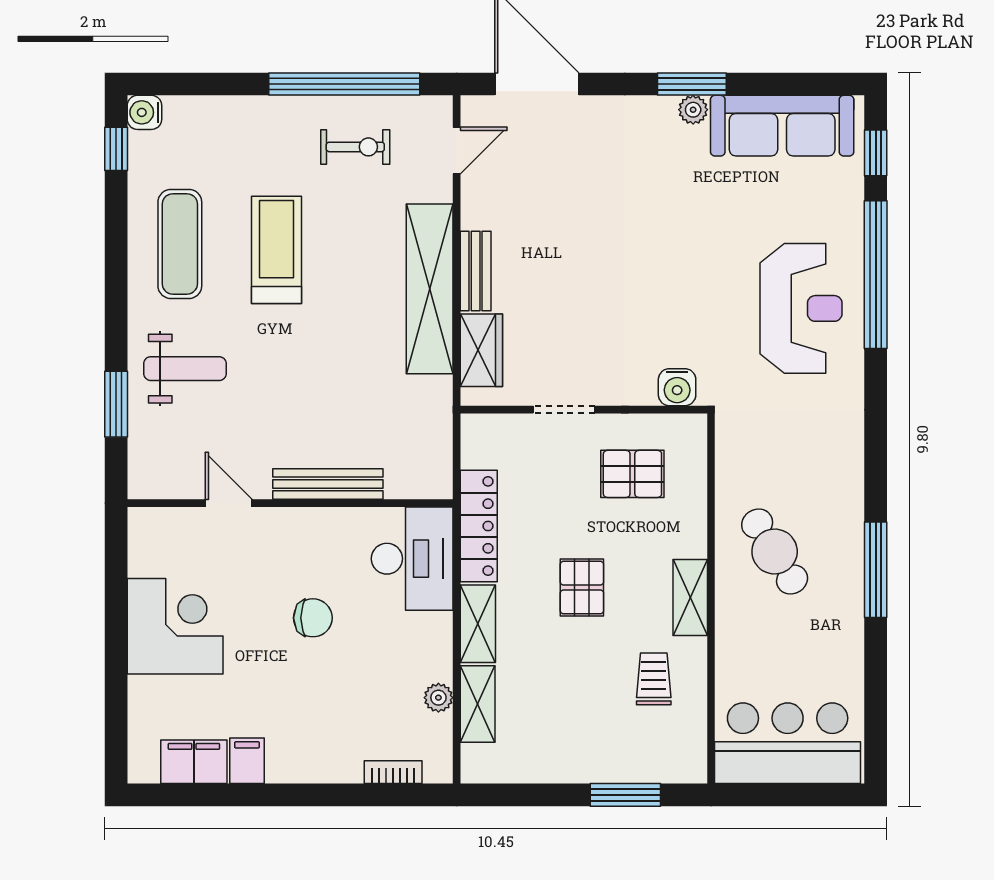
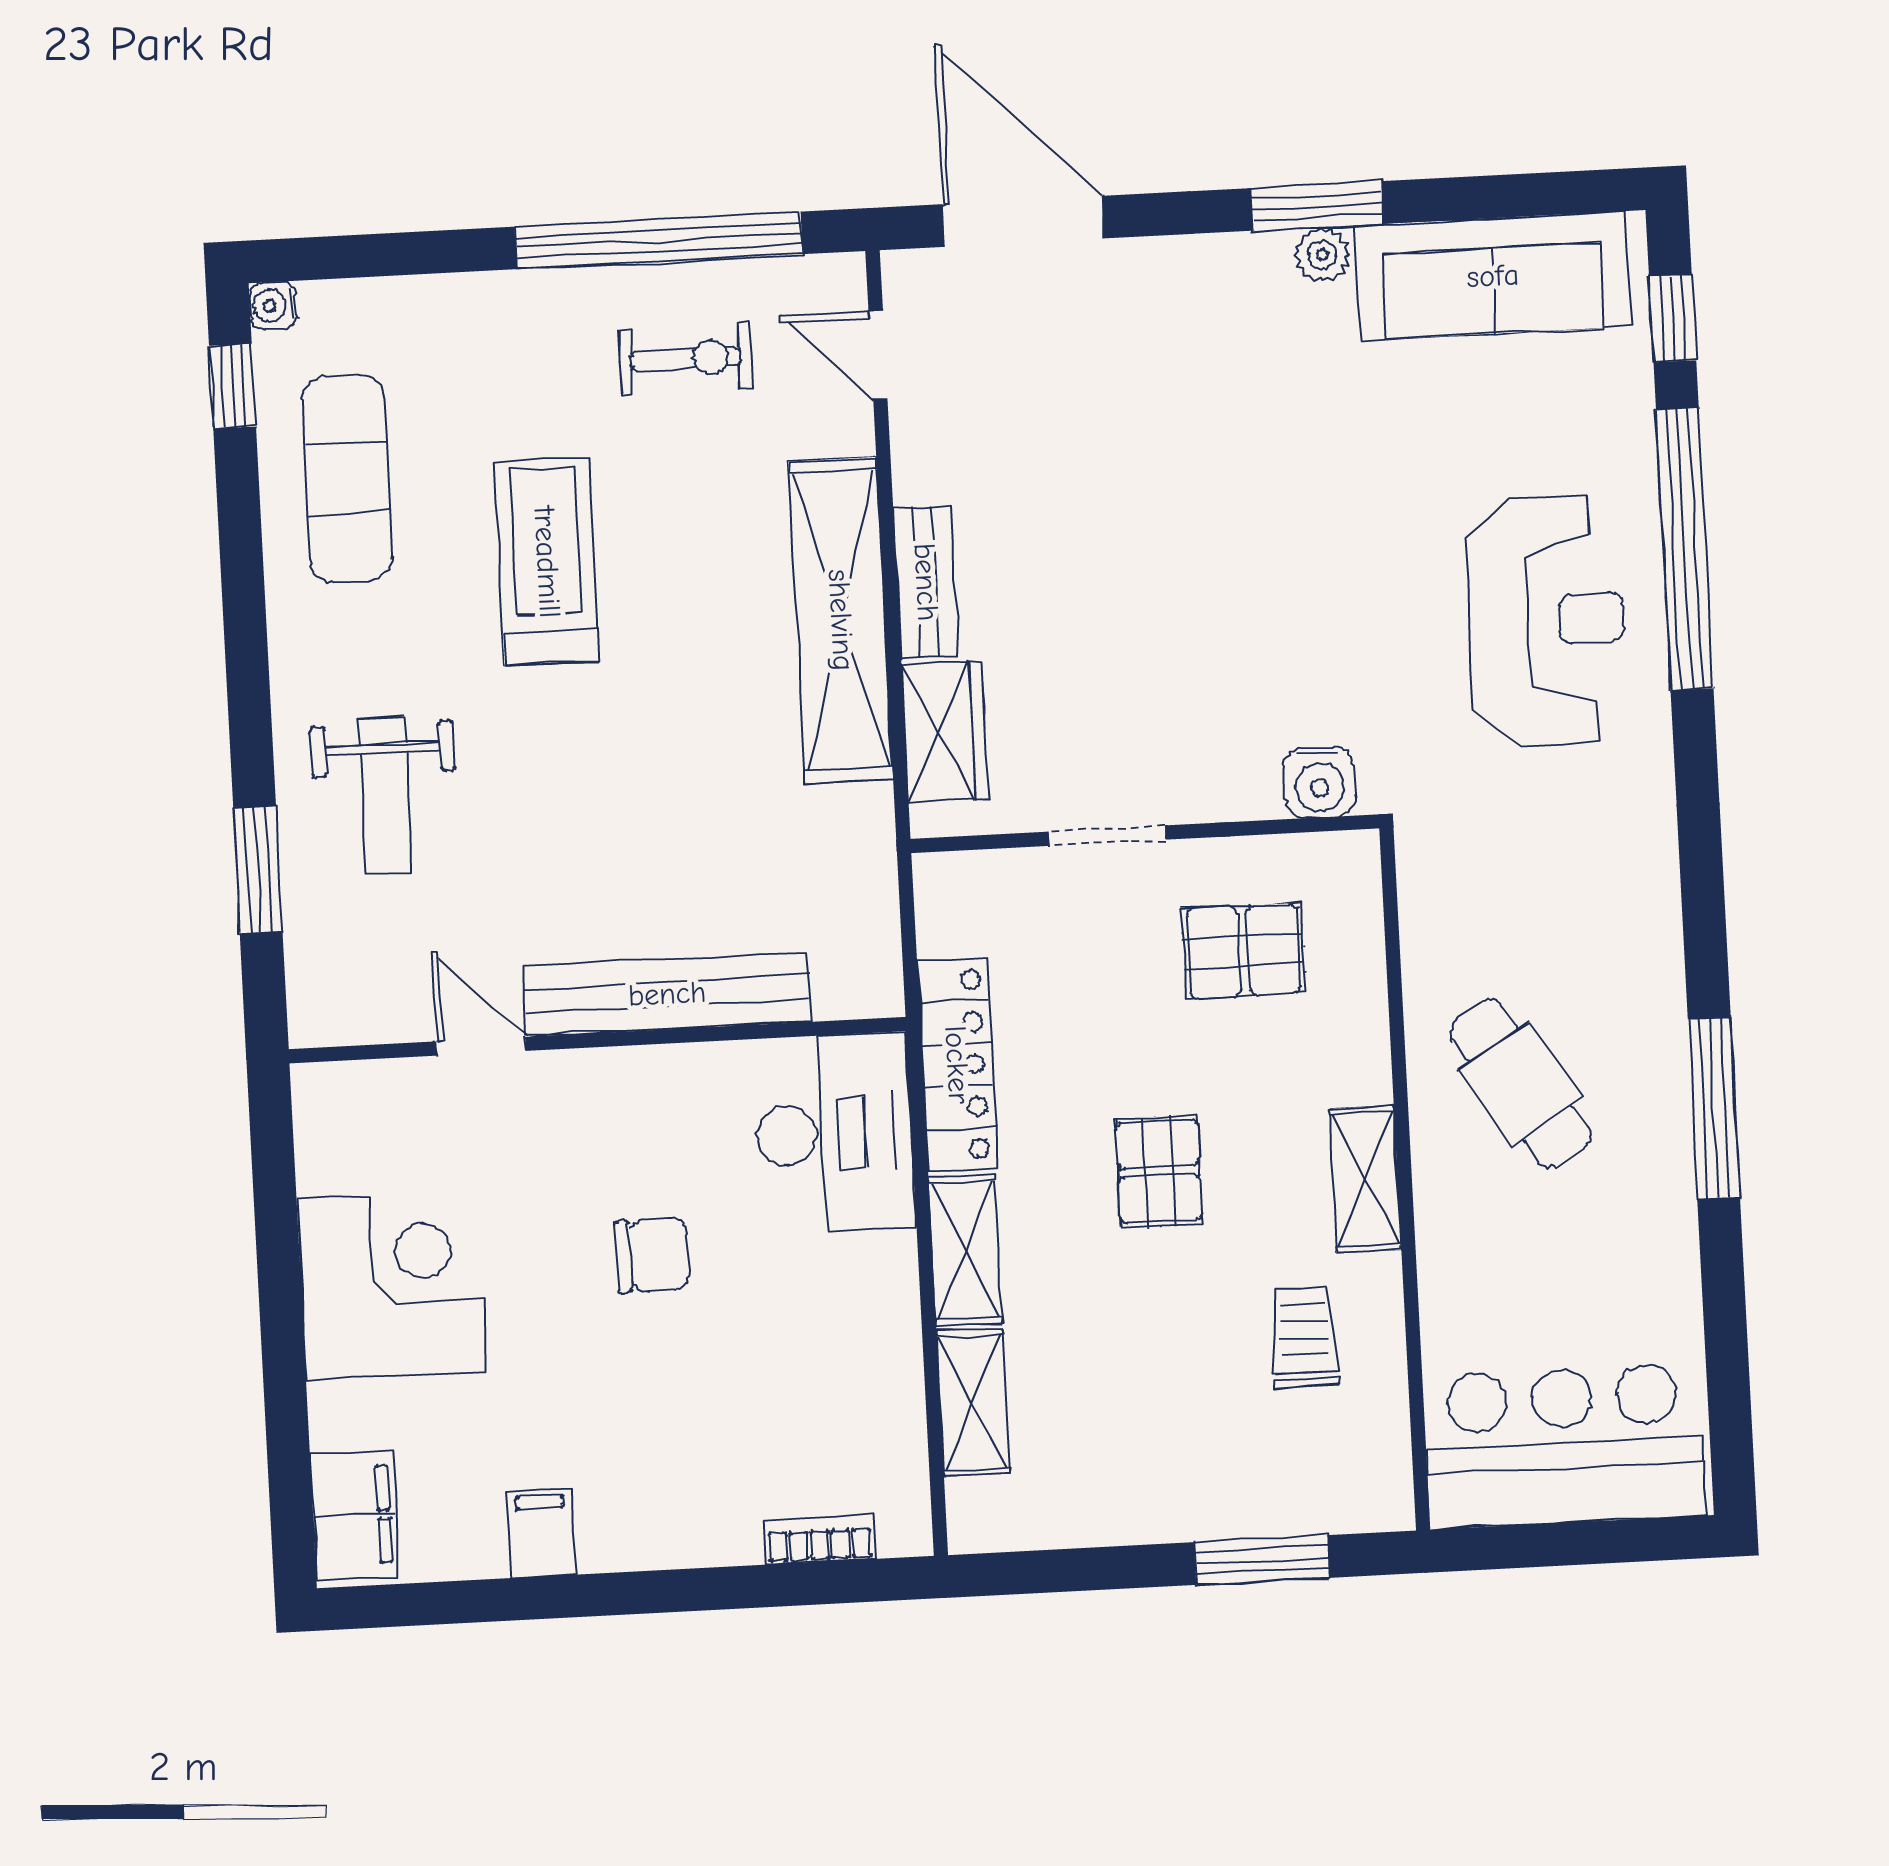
water cooler: (144, 112) -> (273, 306), width x0.72, depth x0.72
door: (457, 151) -> (878, 355), swing flipped
exercise mat: (180, 244) -> (347, 478), moved
weight bench: (185, 369) -> (385, 796), turned 90
bench: (328, 484) -> (667, 994), width x1.37, depth x1.21
plant: (438, 698) -> (898, 1394), removed
filing cabinet: (194, 762) -> (355, 1515), moved, turned 90

